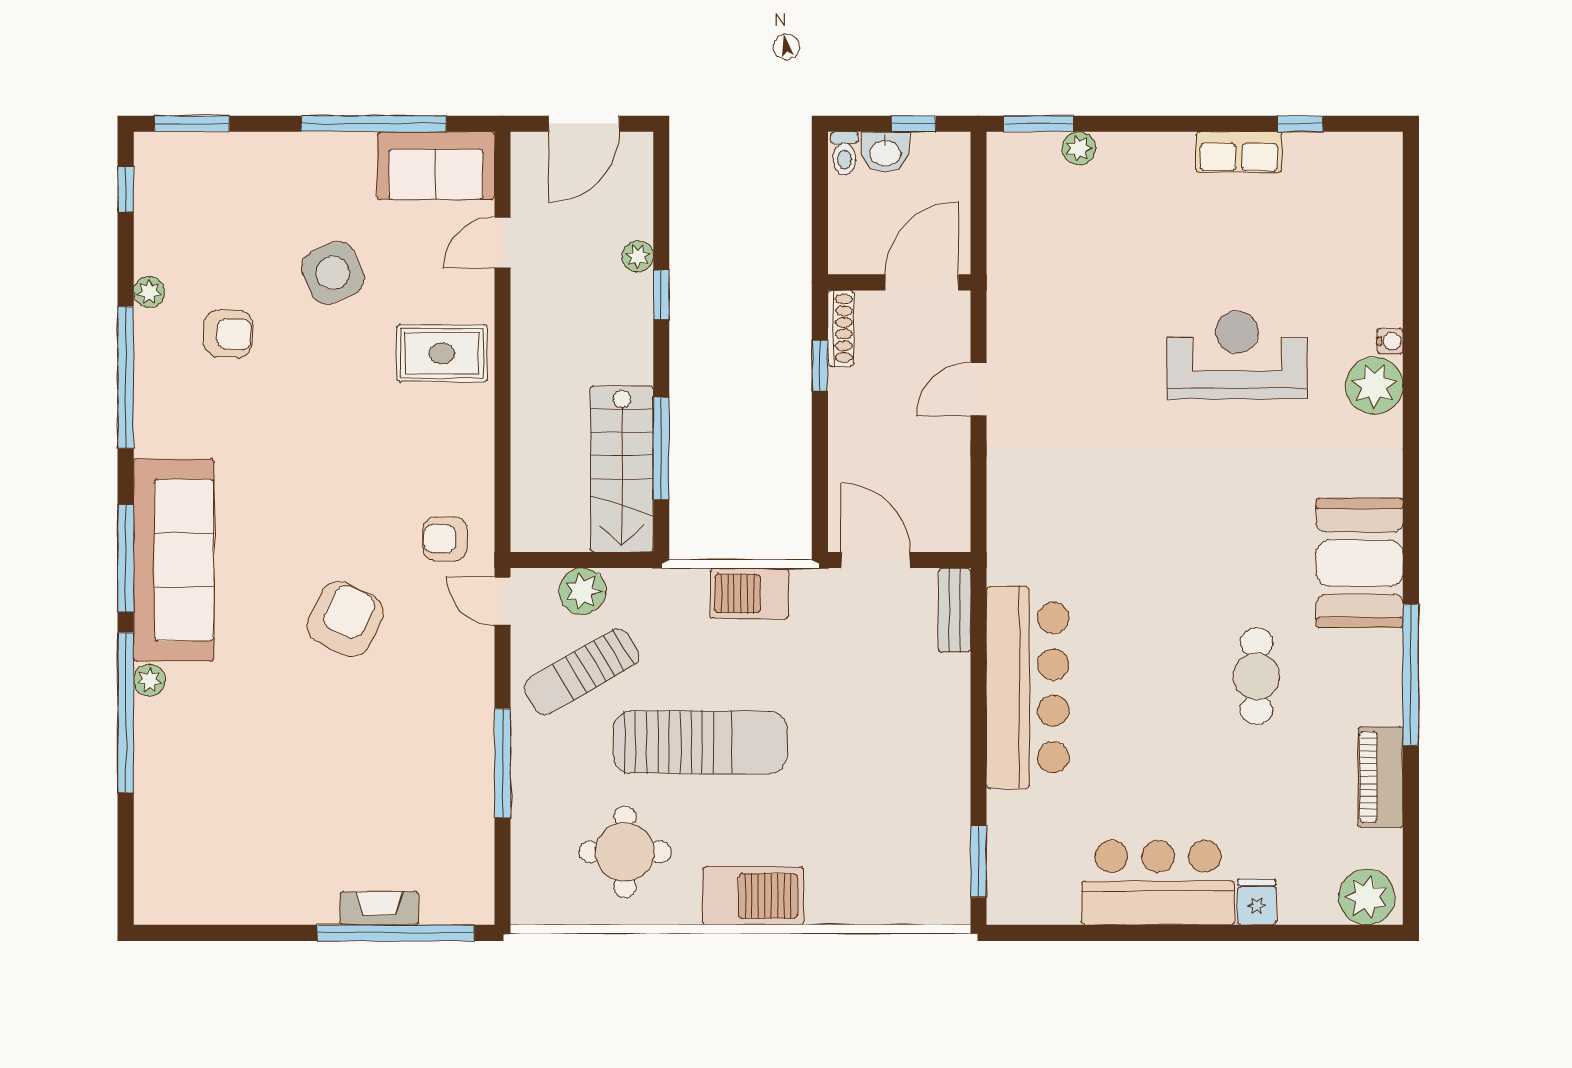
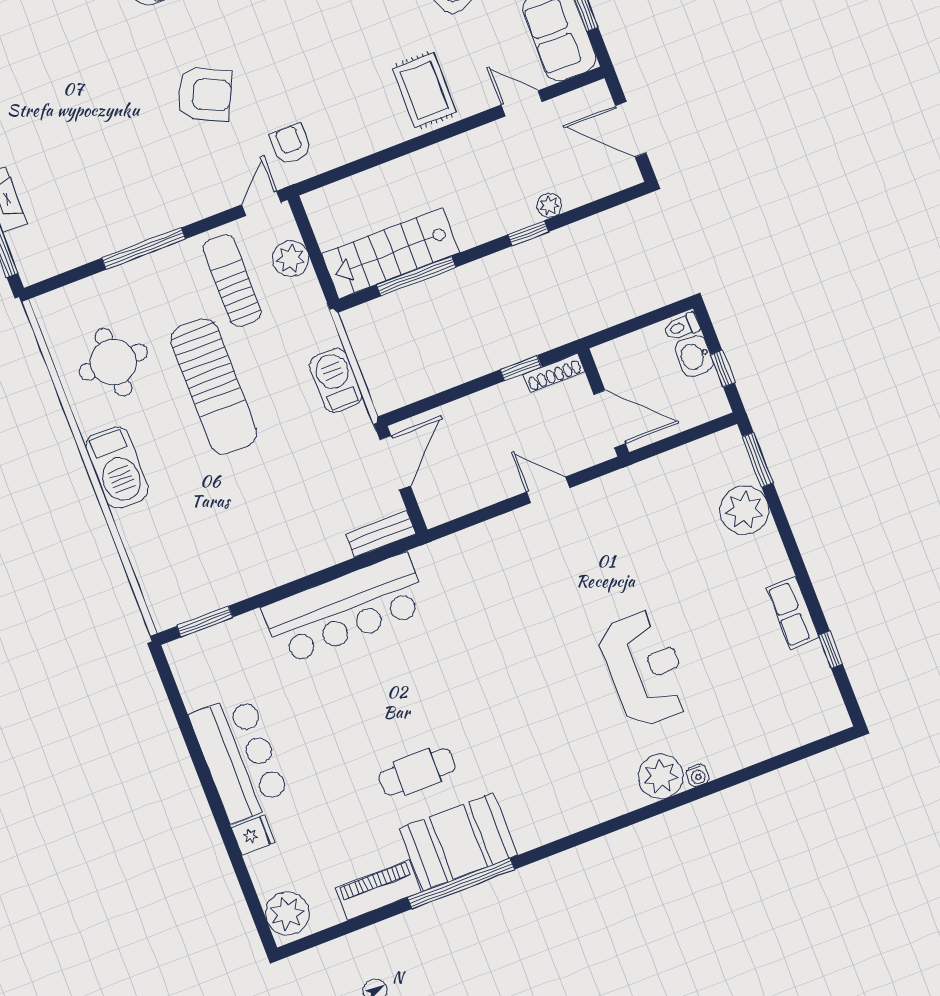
plant: (1079, 148) -> (744, 510), width x1.88, depth x1.88
booth: (1360, 563) -> (458, 842), moved
sun lounger: (582, 672) -> (232, 281), turned 30

